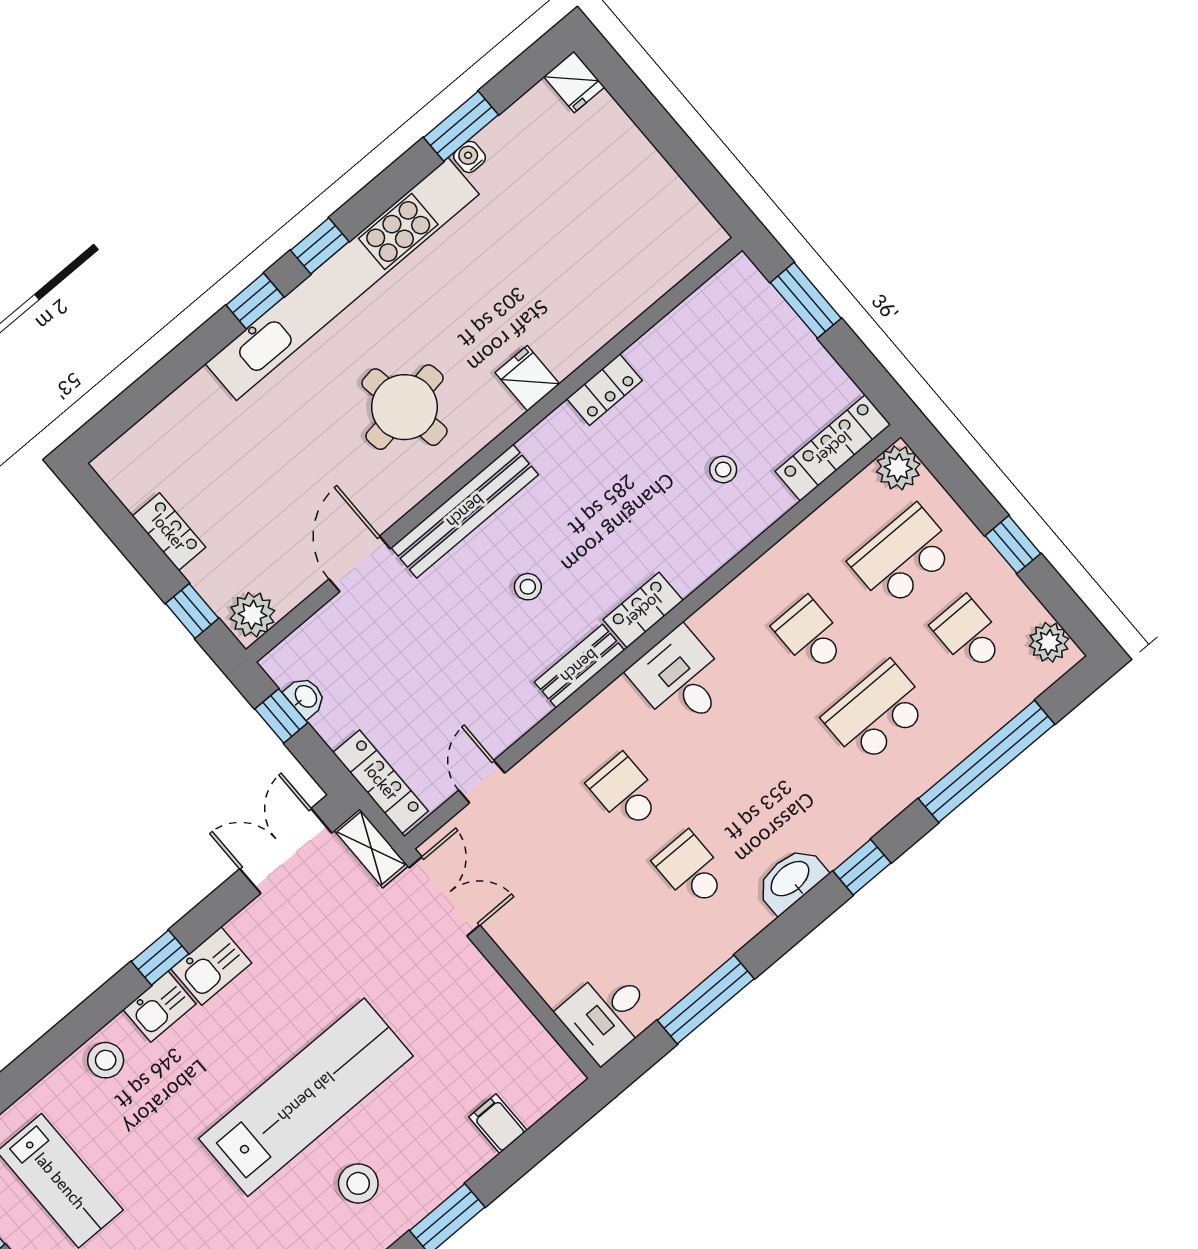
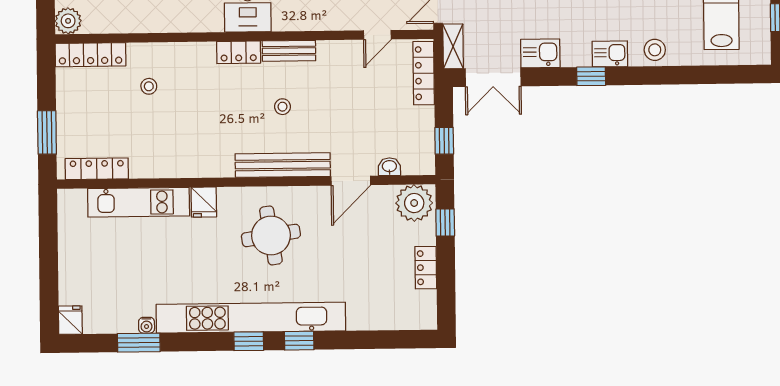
kitchen unit: (612, 308) -> (139, 202), added
locker: (604, 390) -> (97, 169), moved, width x1.53
plant: (252, 615) -> (414, 203), width x1.36, depth x1.36
washbasin: (305, 697) -> (389, 167), moved, turned 90
kitchen sink: (211, 966) -> (540, 53), moved

